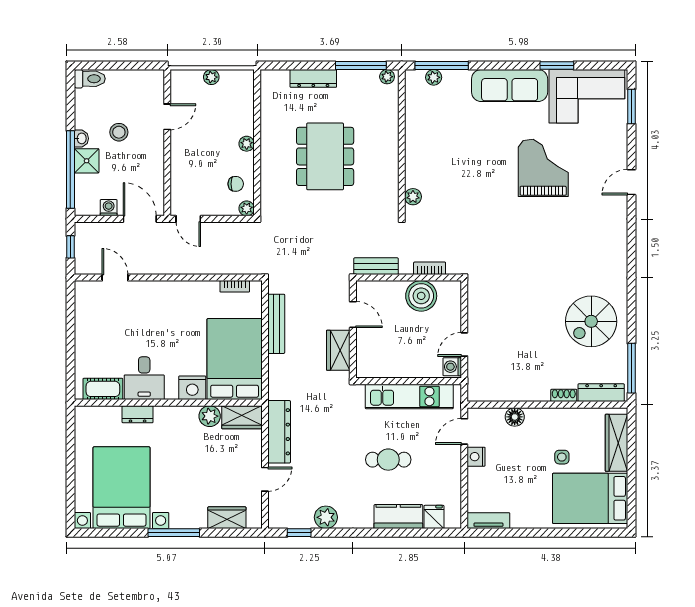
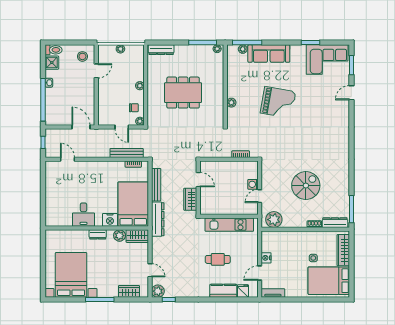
dresser: (313, 78) -> (161, 50), moved
sofa: (510, 86) -> (269, 54), moved
stool: (119, 132) -> (82, 56), moved
dining table: (325, 156) -> (183, 93), turned 90
shower: (87, 161) -> (52, 63), moved
grand piano: (543, 168) -> (278, 102), moved, turned 100
door: (631, 182) -> (352, 93), moved
plant: (413, 197) -> (231, 103), moved
washing machine: (109, 208) -> (64, 121), removed
door: (188, 219) -> (122, 127), moved
bench: (376, 266) -> (127, 153), moved, width x1.36
boiler: (421, 296) -> (236, 169), removed
spiral stairs: (591, 321) -> (306, 186), moved, turned 180
washing machine: (452, 367) -> (253, 184), moved
plant: (490, 387) -> (274, 220), added
cot: (103, 389) -> (61, 221), removed
dresser: (138, 414) -> (98, 234), moved
floor lamp: (515, 417) -> (287, 236), removed
door: (464, 431) -> (260, 273), moved
dresser: (279, 432) -> (158, 219), moved
door: (265, 479) -> (150, 270), hinge flipped
plant: (326, 517) -> (158, 291), moved

